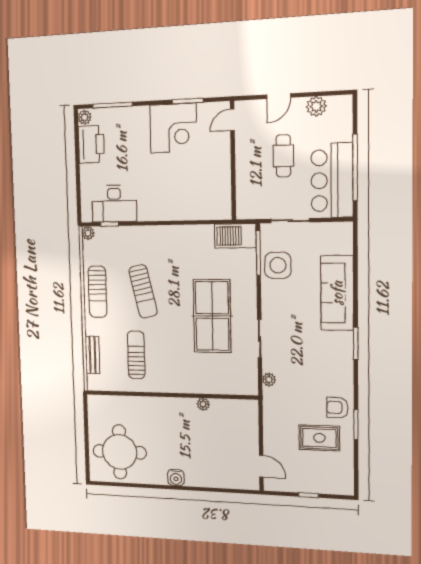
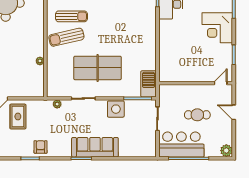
plant: (316, 106) -> (226, 151), moved
door: (232, 120) -> (221, 83), hinge flipped
corner desk: (173, 128) -> (217, 28), moved
side table: (278, 265) -> (116, 109), moved
sun lounger: (143, 291) -> (66, 37), moved
sofa: (337, 293) -> (95, 147), moved
rug: (319, 438) -> (18, 117), moved

